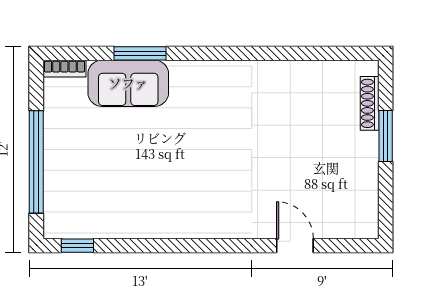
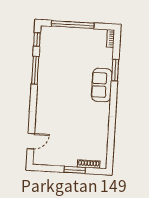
sofa: (128, 83) -> (102, 85), moved
window: (151, 246) -> (35, 70), added
door: (295, 246) -> (31, 141), moved

